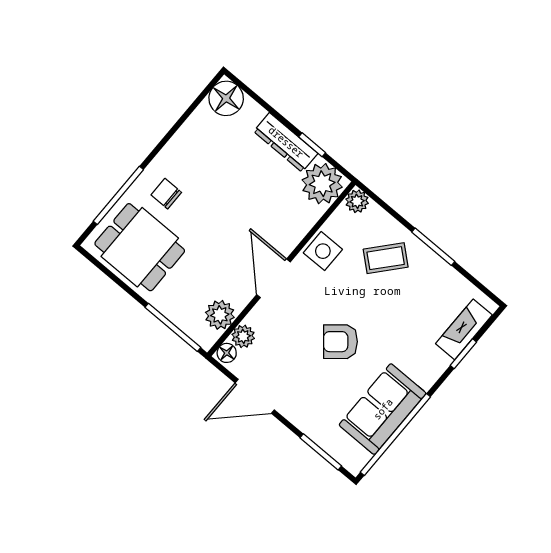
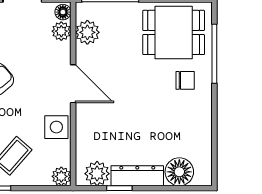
floor lamp: (226, 98) -> (179, 172), moved
plant: (322, 184) -> (97, 174), width x0.73, depth x0.73

